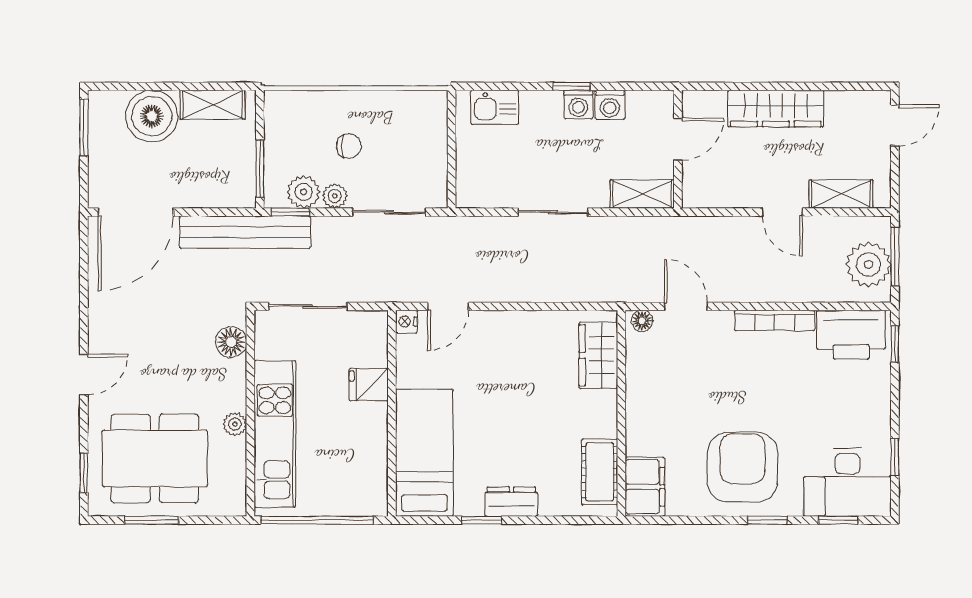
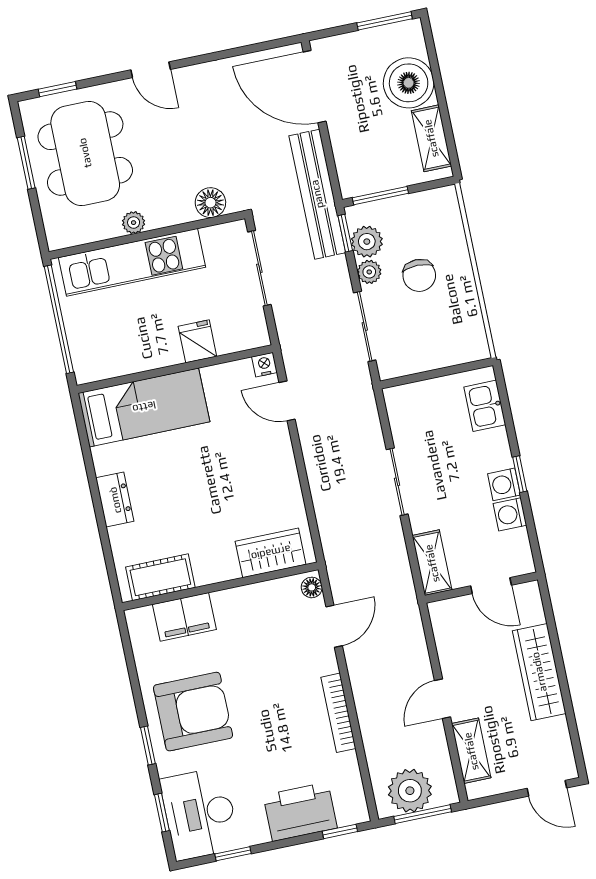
chair: (349, 146) -> (419, 275), width x1.37, depth x1.37
printer: (851, 335) -> (300, 812), moved, turned 90
filing cabinet: (645, 487) -> (184, 617), moved
window: (482, 520) -> (91, 475), removed

